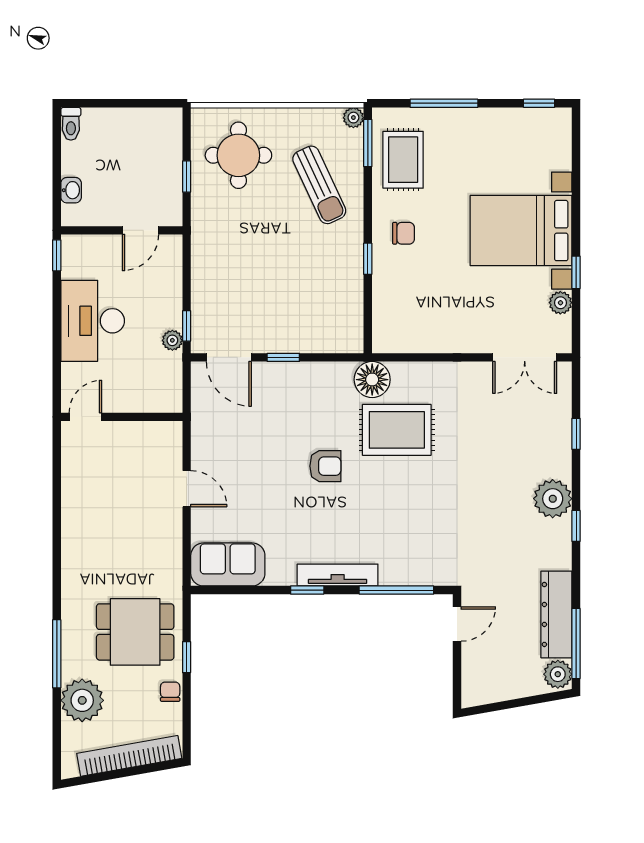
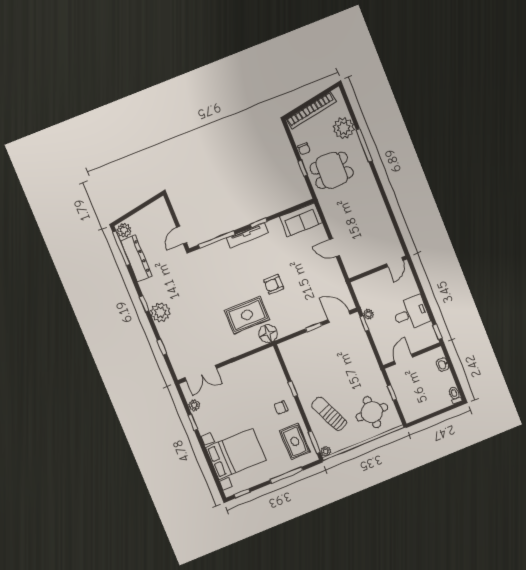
bed with nightstands: (521, 231) -> (236, 454), moved
desk: (93, 321) -> (411, 313), width x0.73
double door: (525, 357) -> (201, 373), swing flipped

